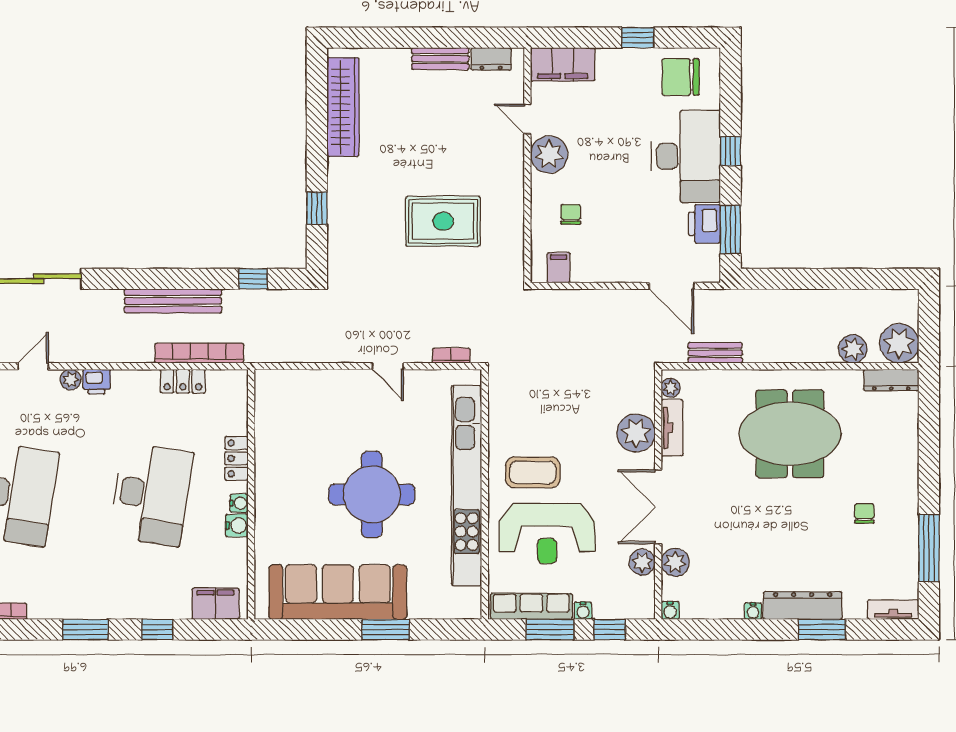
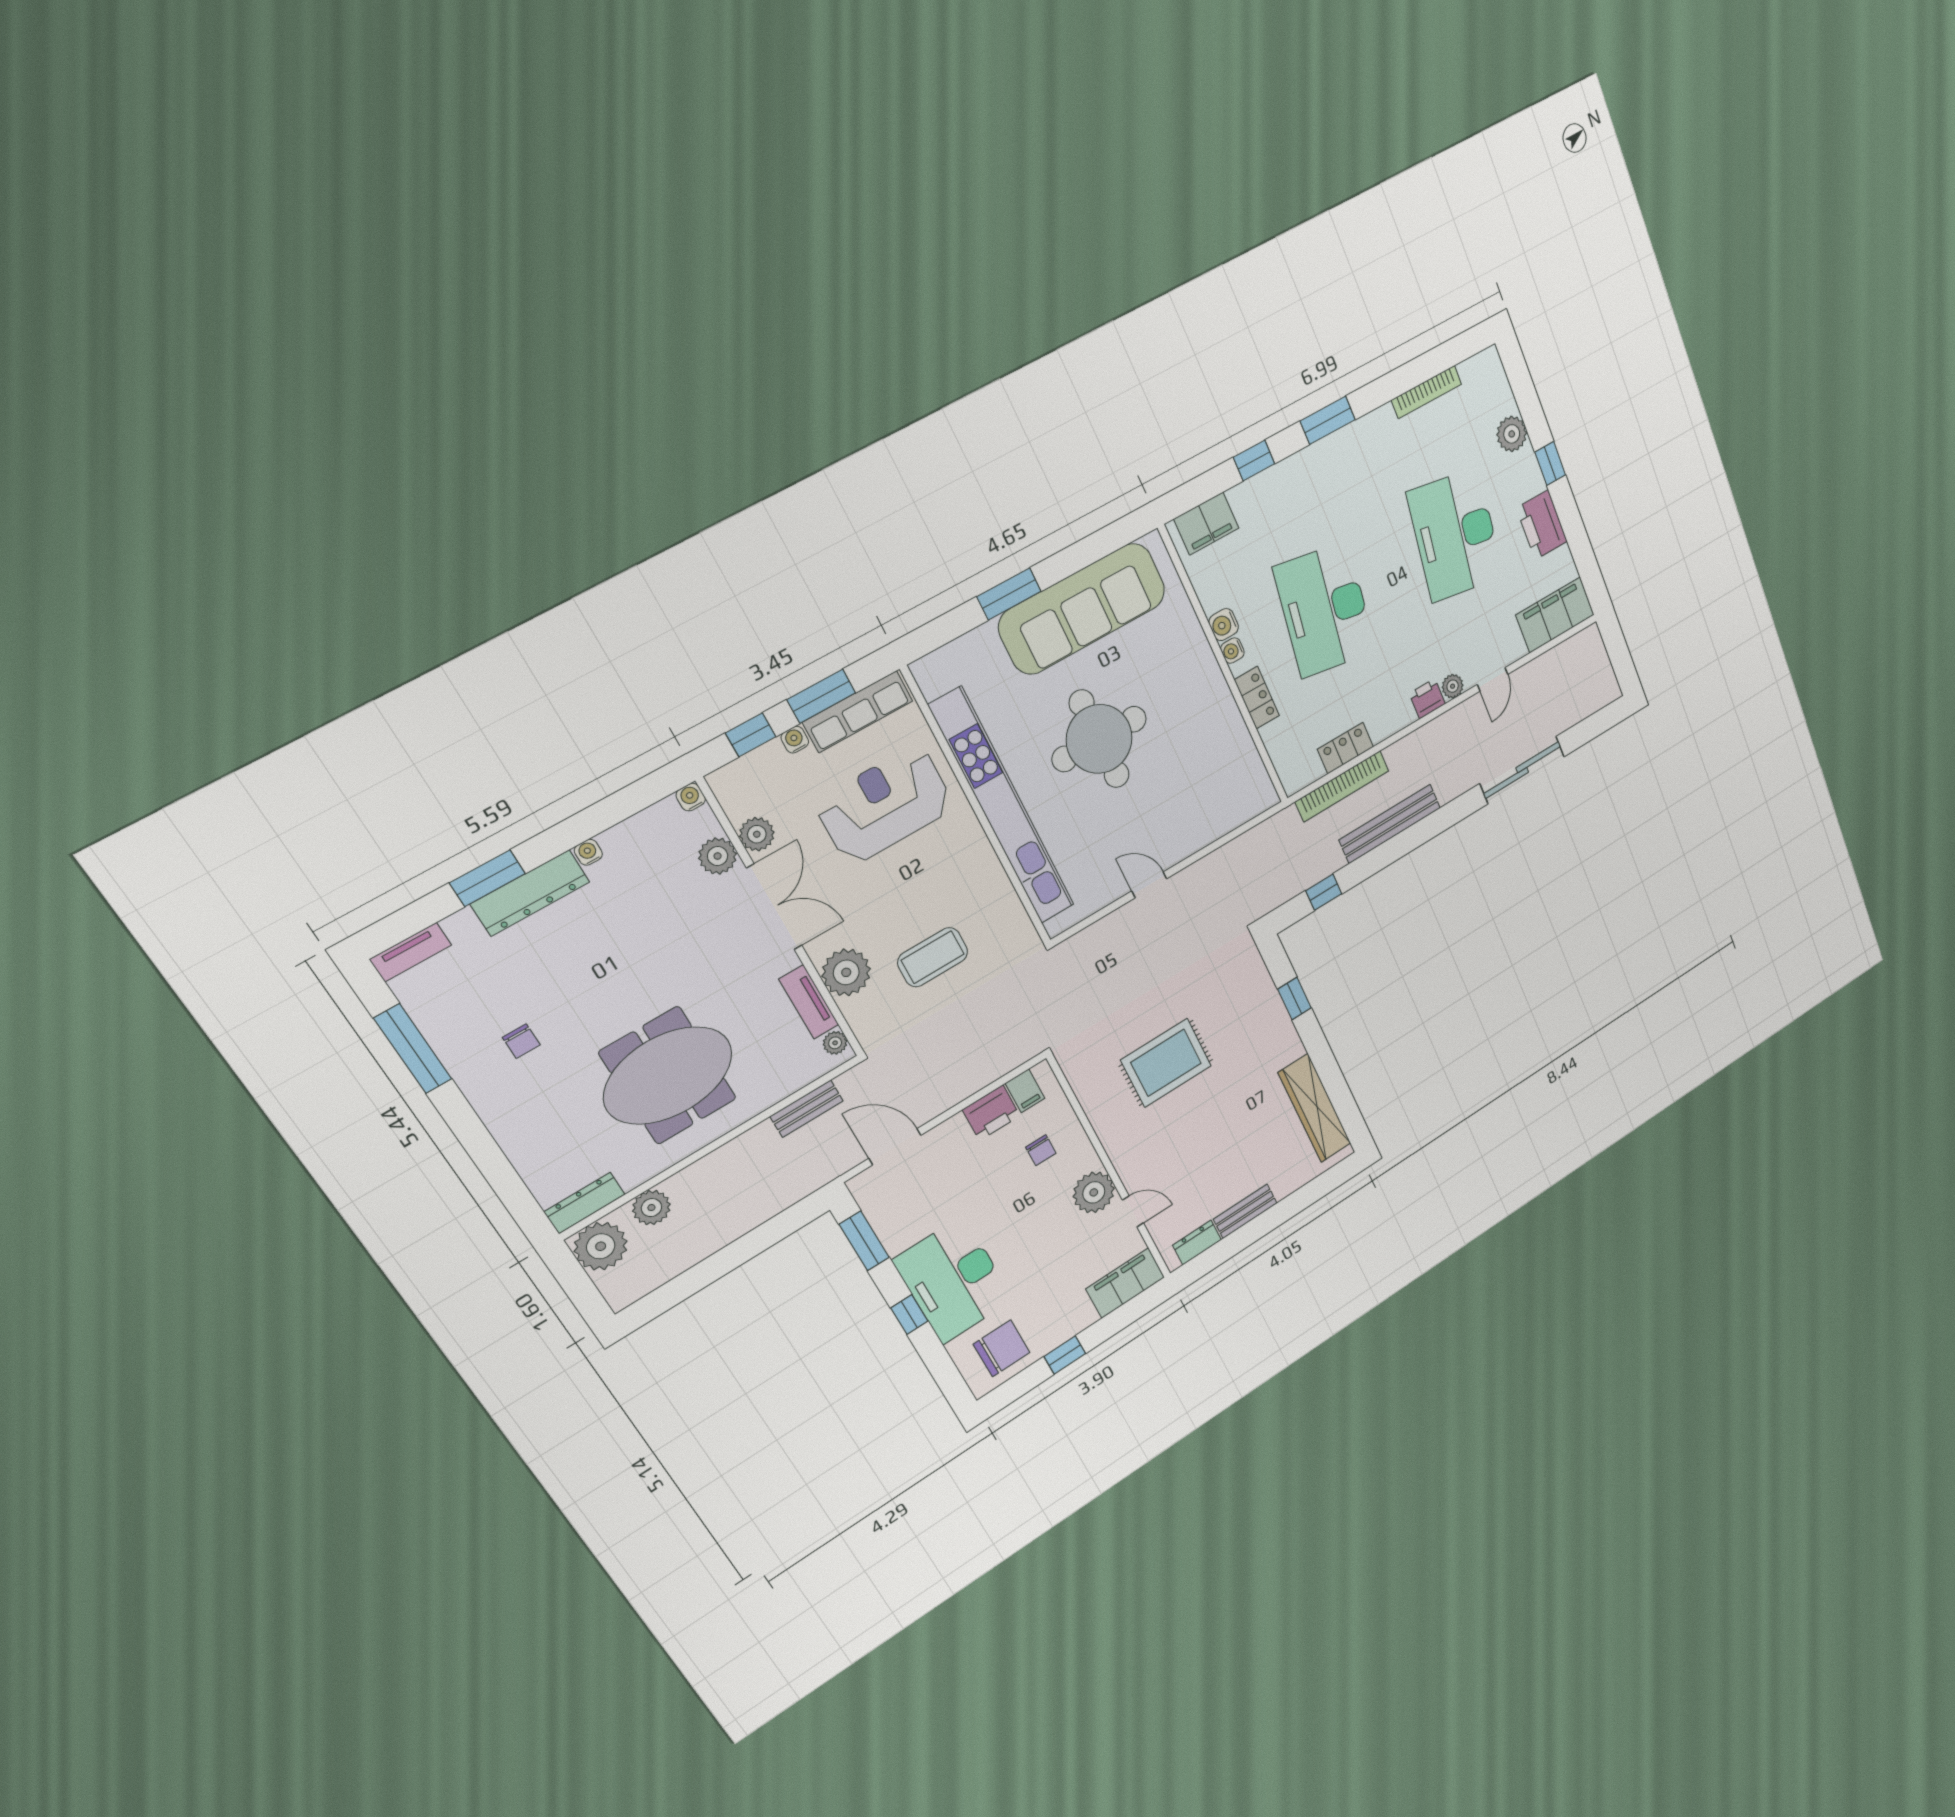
printer: (704, 224) -> (991, 1113), moved, turned 90
bookcase: (451, 356) -> (1090, 935), removed
coffee table: (533, 472) -> (933, 957), moved

